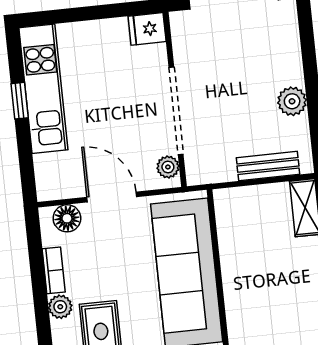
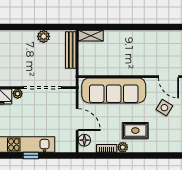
bench: (268, 166) -> (71, 50), width x1.36
plant: (168, 167) -> (18, 94), moved
door: (112, 197) -> (77, 120), swing flipped

